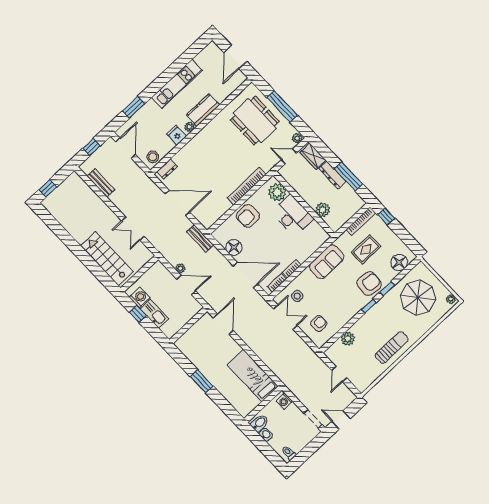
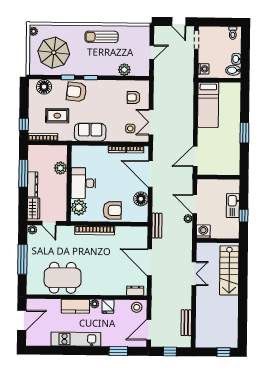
dining table: (255, 121) -> (63, 278), moved, turned 90
washing machine: (140, 297) -> (203, 231), moved, turned 90

